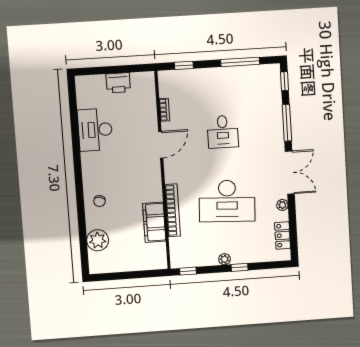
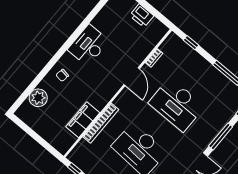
desk: (95, 130) -> (88, 45), moved
desk: (223, 132) -> (177, 105), width x1.87, depth x1.30
door: (161, 145) -> (132, 77), hinge flipped

